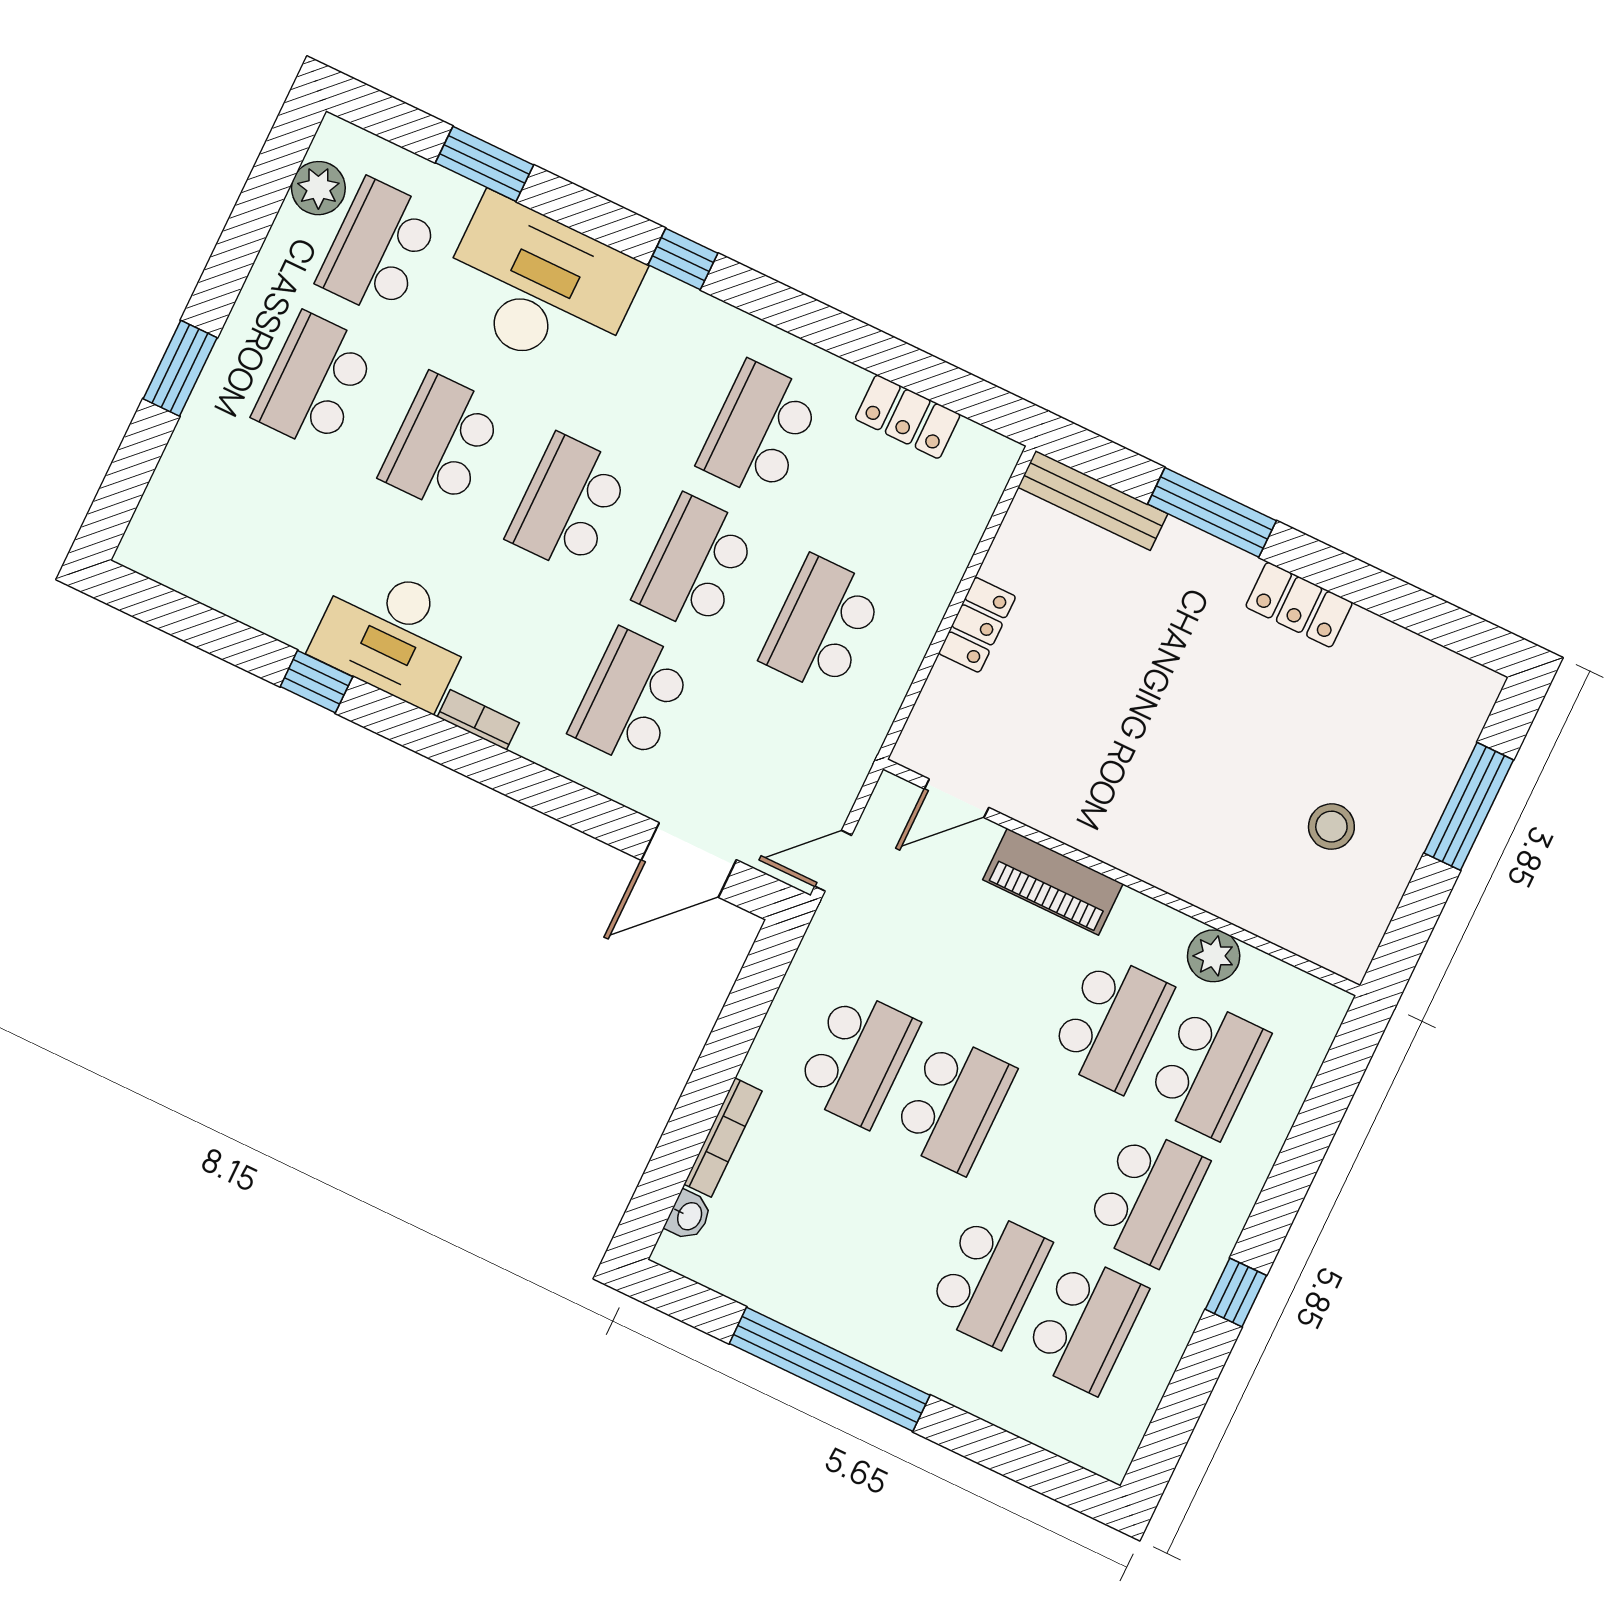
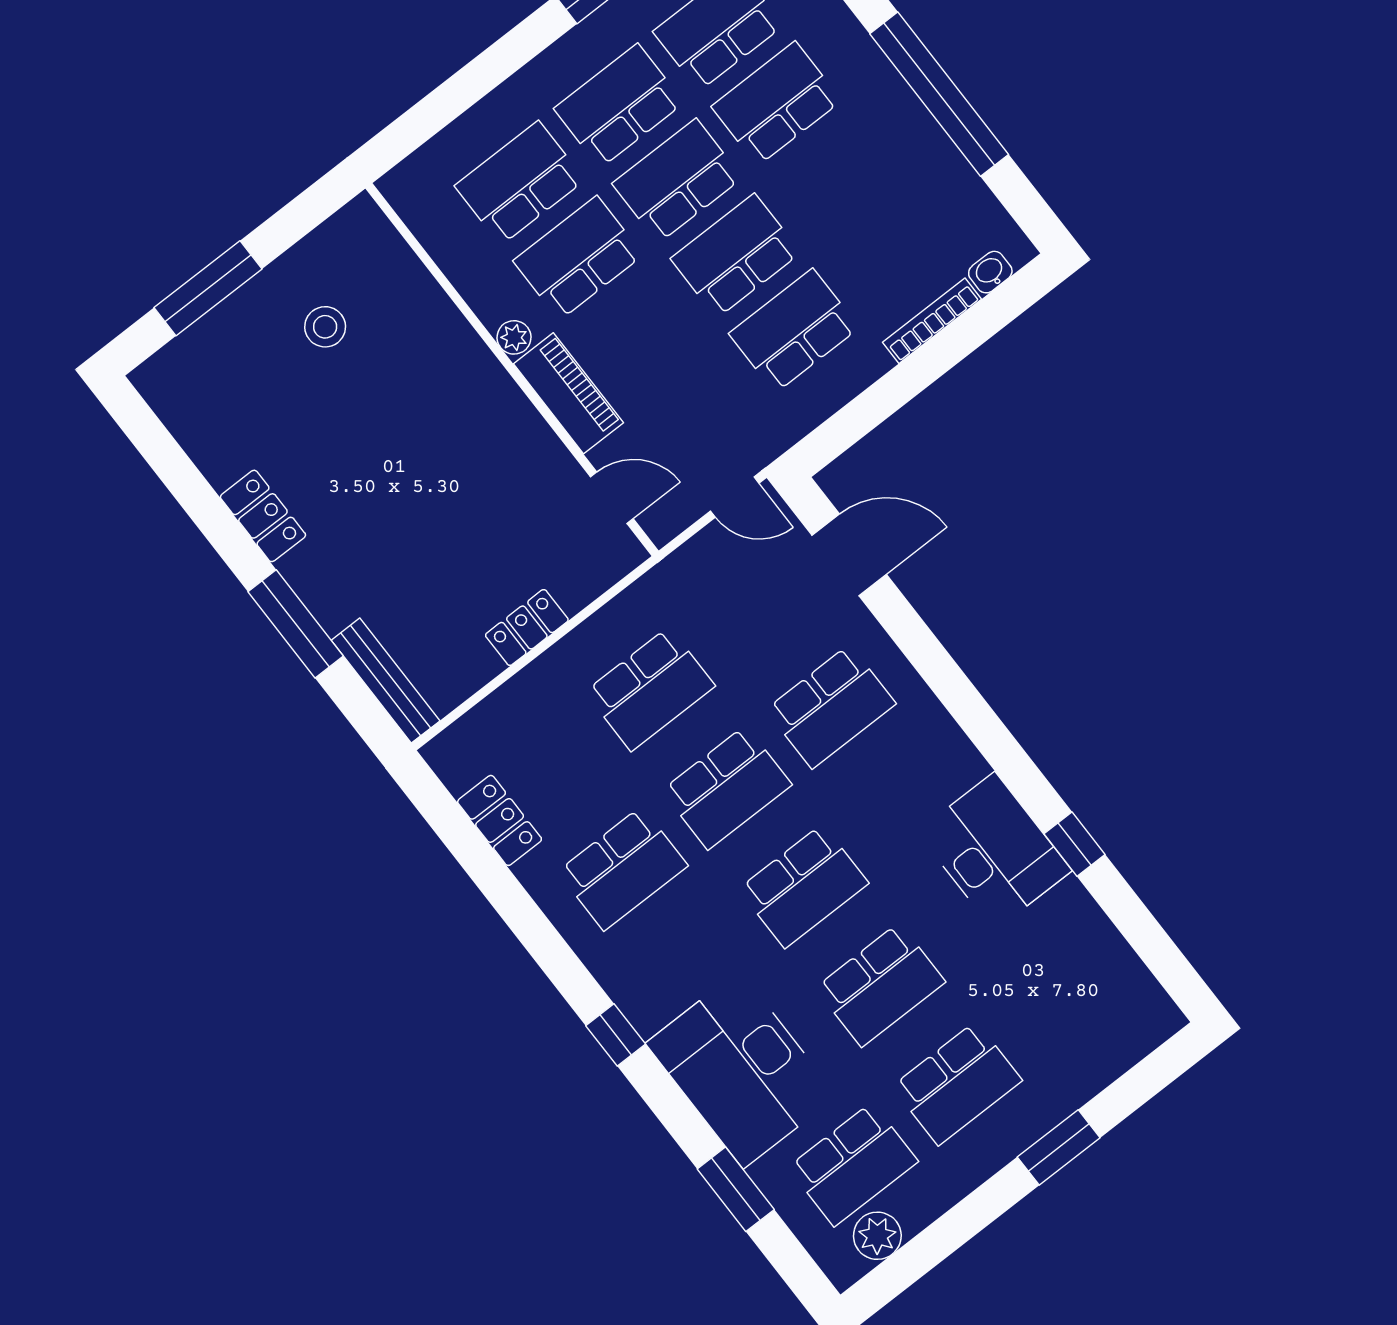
bookcase: (478, 720) -> (961, 750), removed
plant: (1214, 956) -> (514, 337), moved, width x0.73, depth x0.73
school desk: (1050, 1151) -> (677, 181), added

